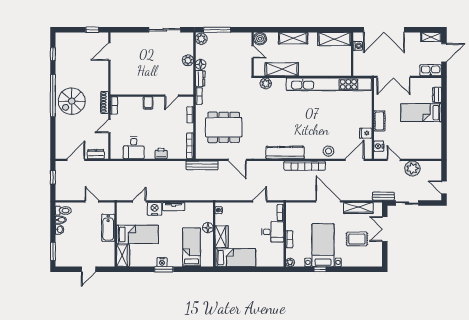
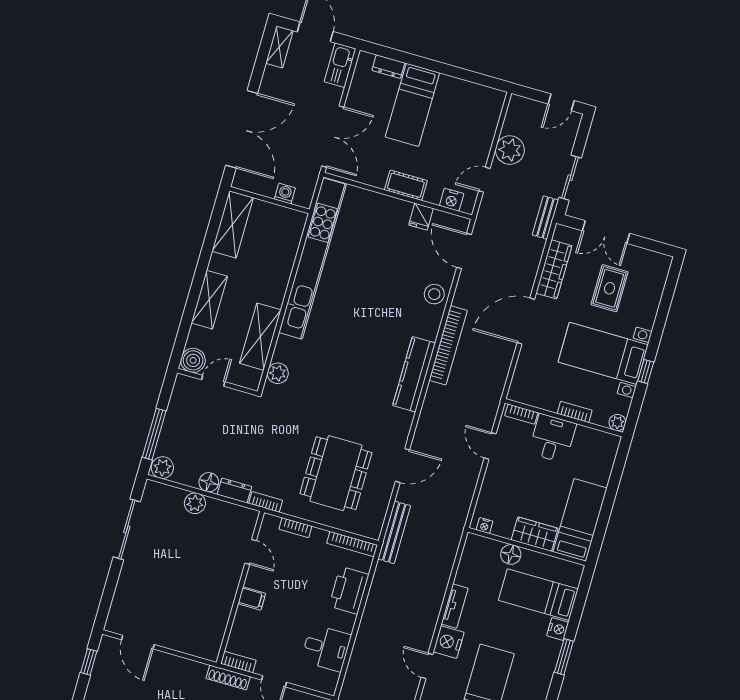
washing machine: (358, 46) -> (285, 194), moved
printer: (161, 153) -> (349, 590), width x1.87, depth x1.48
nightstand: (162, 262) -> (558, 629), moved

